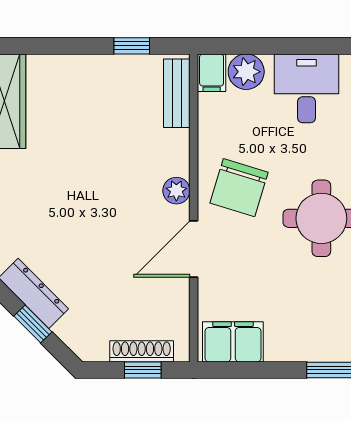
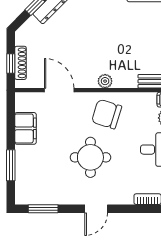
door: (194, 249) -> (59, 90), moved
filing cabinet: (233, 342) -> (25, 128), moved

